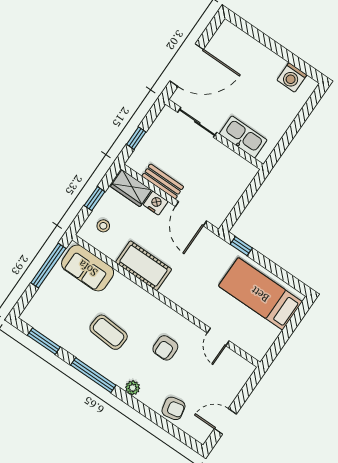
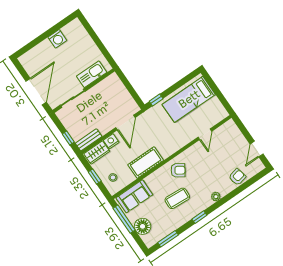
washing machine: (292, 77) -> (57, 39), moved
bench: (163, 181) -> (89, 140), moved
door: (191, 214) -> (125, 123), hinge flipped
floor lamp: (48, 297) -> (143, 226), added
door: (218, 337) -> (205, 134), hinge flipped
armchair: (165, 348) -> (178, 170), moved, turned -57
window: (93, 375) -> (199, 217), width x0.46

